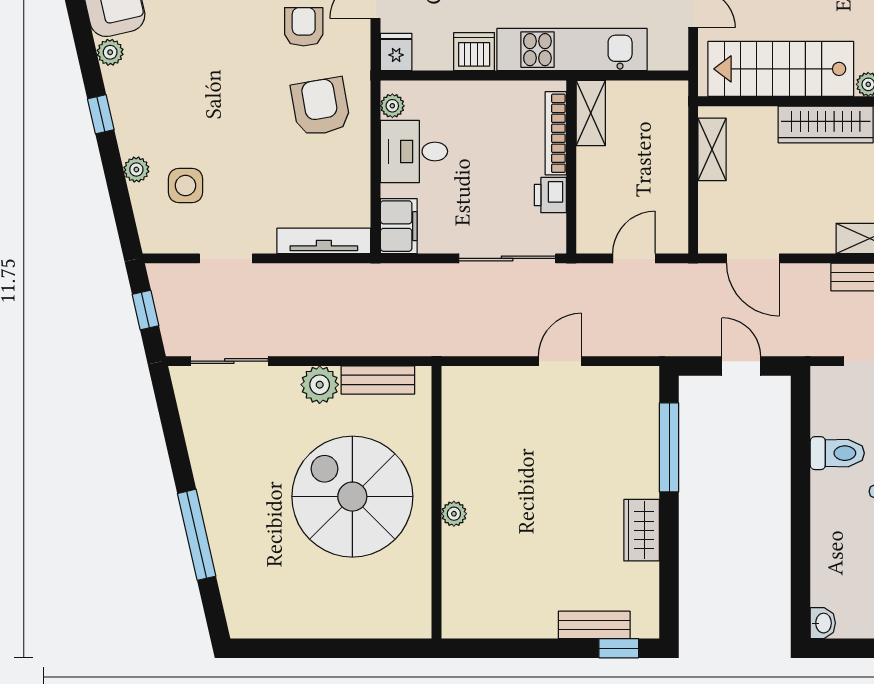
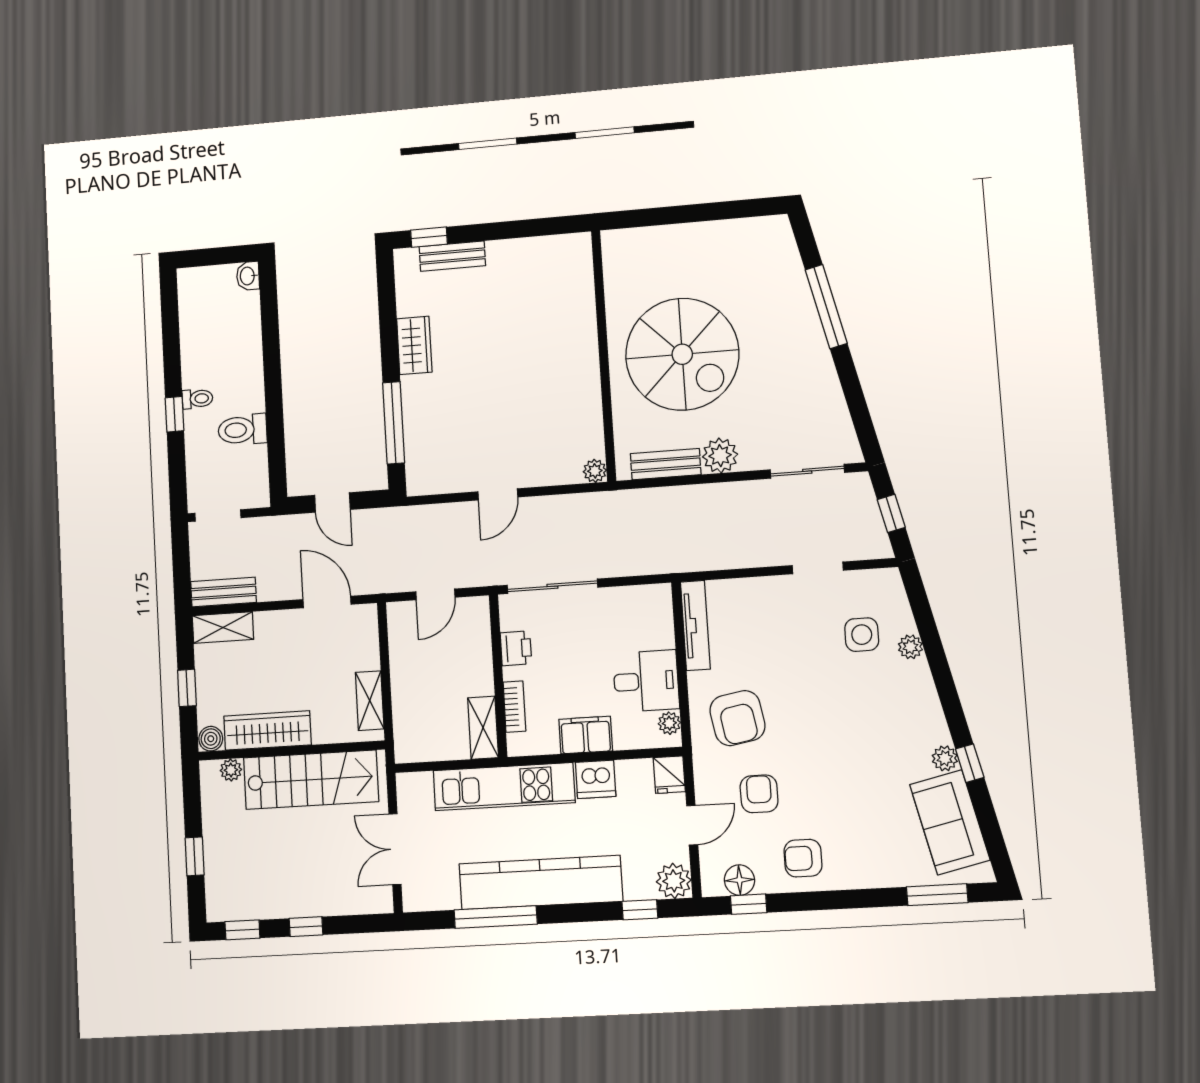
armchair: (304, 27) -> (759, 794), turned 180
window: (101, 114) -> (970, 763), moved
bookcase: (556, 133) -> (514, 707), width x0.64
filing cabinet: (399, 226) -> (586, 735), moved, turned 90
tv unit: (324, 241) -> (695, 625), moved, turned -90
plant: (454, 514) -> (595, 471), moved

